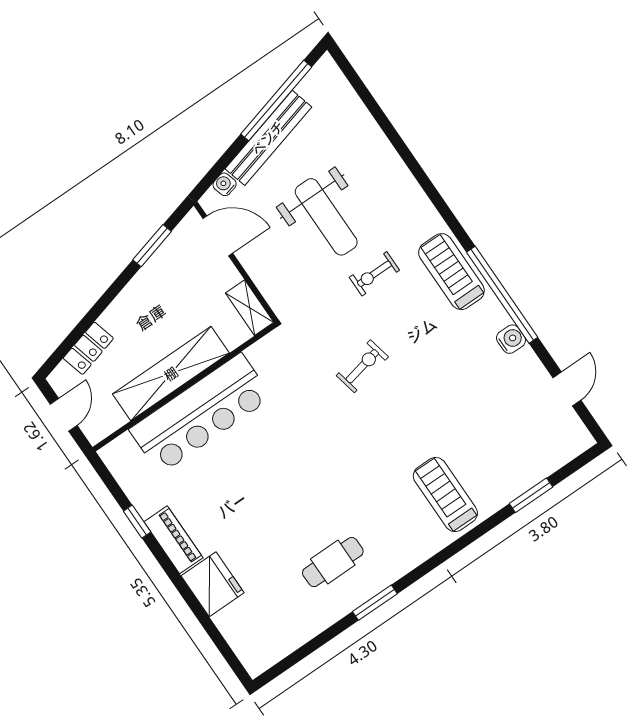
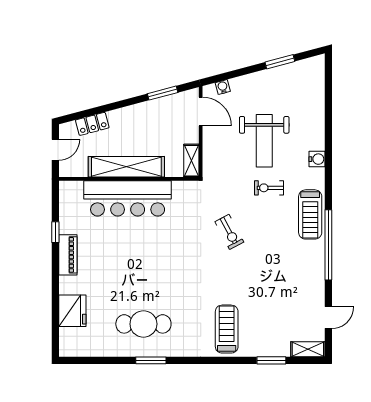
window: (276, 101) -> (280, 62), width x0.47
bench: (268, 138) -> (262, 78), removed
treadmill: (451, 272) -> (310, 214), turned 180
water cooler: (511, 339) -> (317, 159), moved
exercise bike: (362, 366) -> (229, 232), turned 74
shelving: (569, 448) -> (308, 349), added
cafe table: (333, 562) -> (143, 324), width x1.37, depth x1.35
fridge: (213, 584) -> (72, 311), moved

